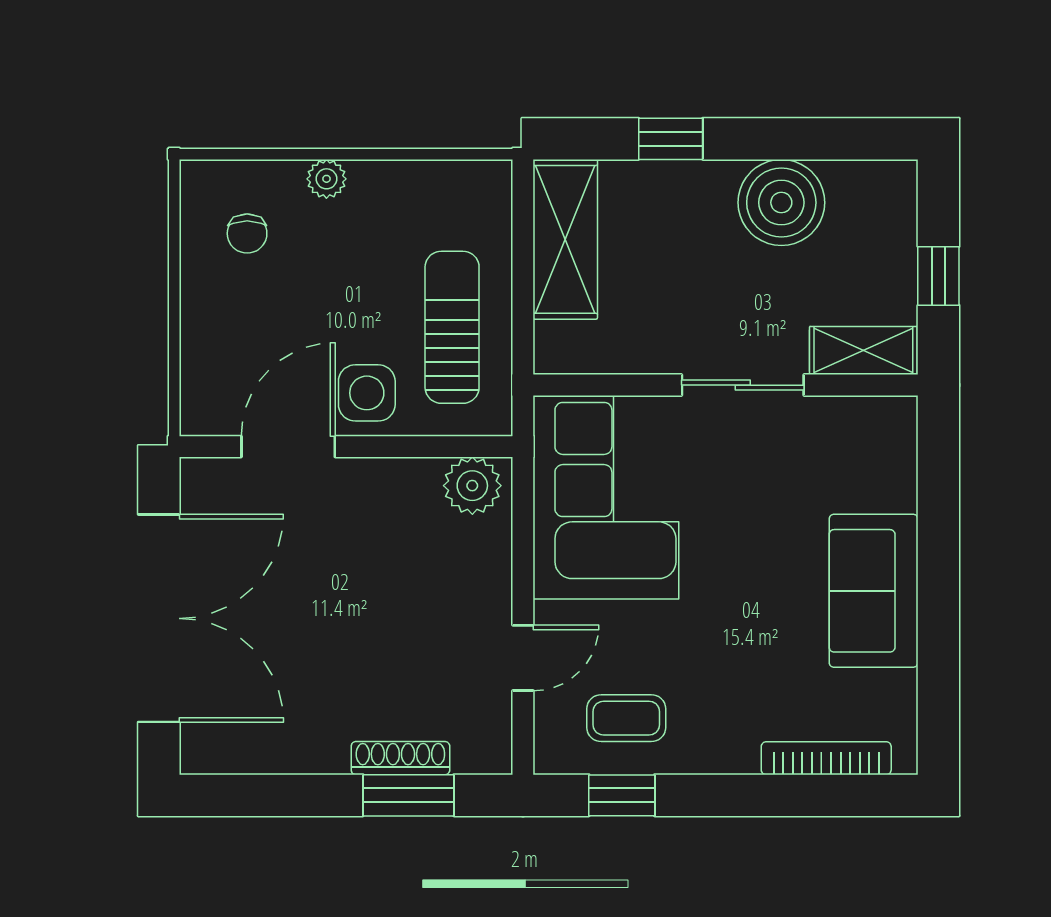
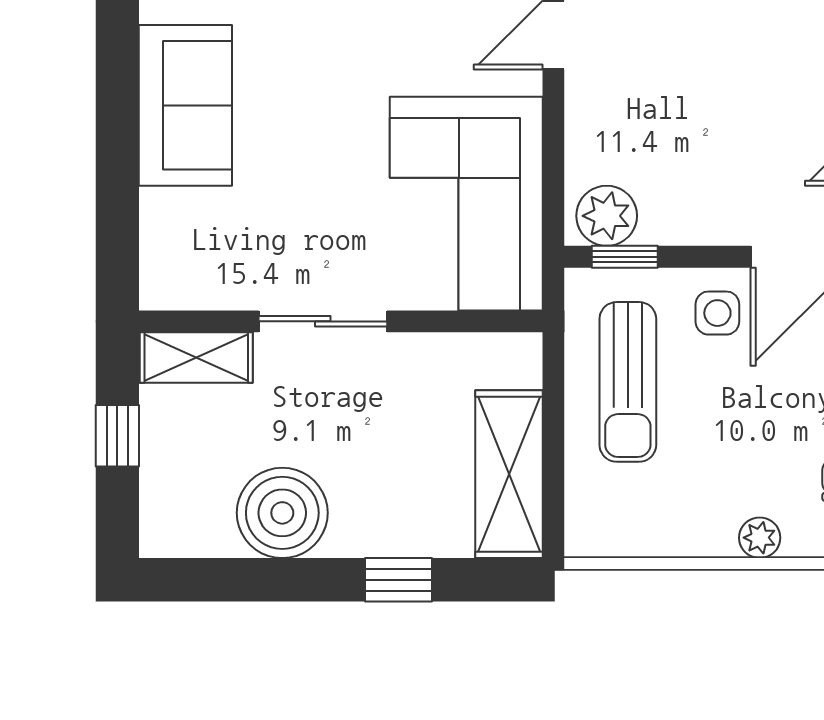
side table: (367, 393) -> (717, 313), width x0.73, depth x0.73
window: (455, 447) -> (625, 257), added

